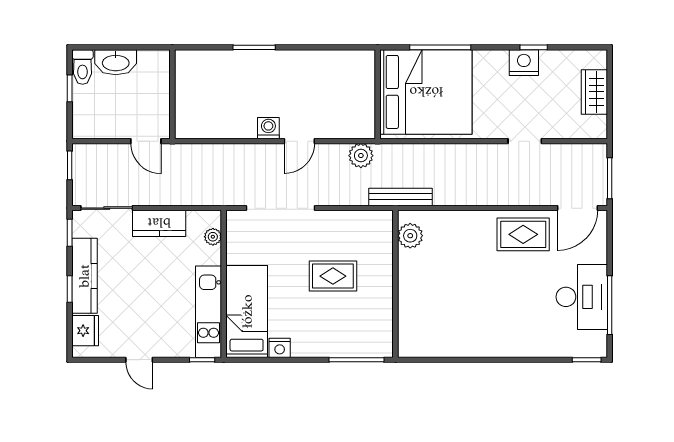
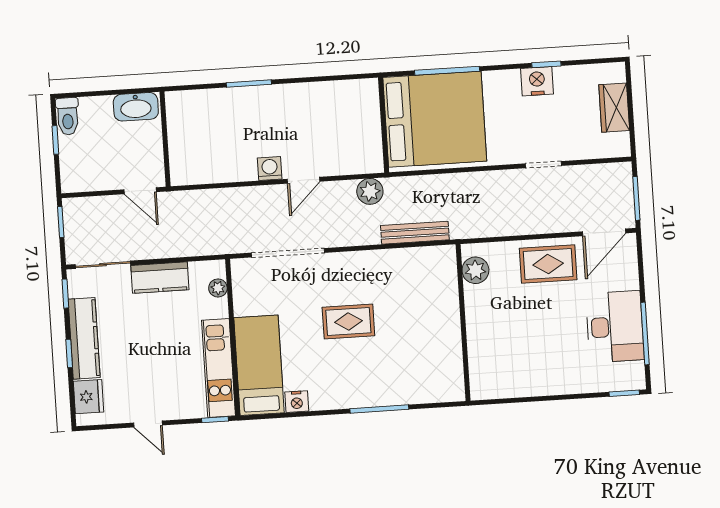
washbasin: (116, 62) -> (136, 107), moved
plant: (410, 236) -> (475, 270), moved
wall: (395, 284) -> (463, 323), moved

